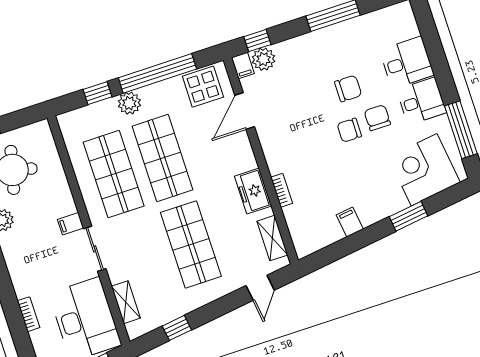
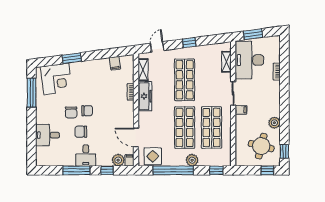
window: (257, 41) -> (107, 170), moved
window: (98, 93) -> (216, 170), moved
desk: (421, 101) -> (86, 155), moved, turned -90
door: (245, 111) -> (136, 137), swing flipped
freezer: (253, 191) -> (145, 96), width x1.40
filing cabinet: (350, 222) -> (115, 63), moved
window: (177, 328) -> (189, 43), moved

